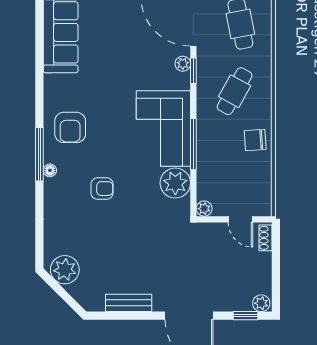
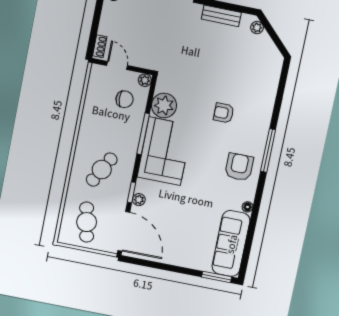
chair: (255, 140) -> (125, 99), moved
floor lamp: (50, 170) -> (248, 207), moved
plant: (65, 270) -> (257, 28), moved, width x0.53, depth x0.53

